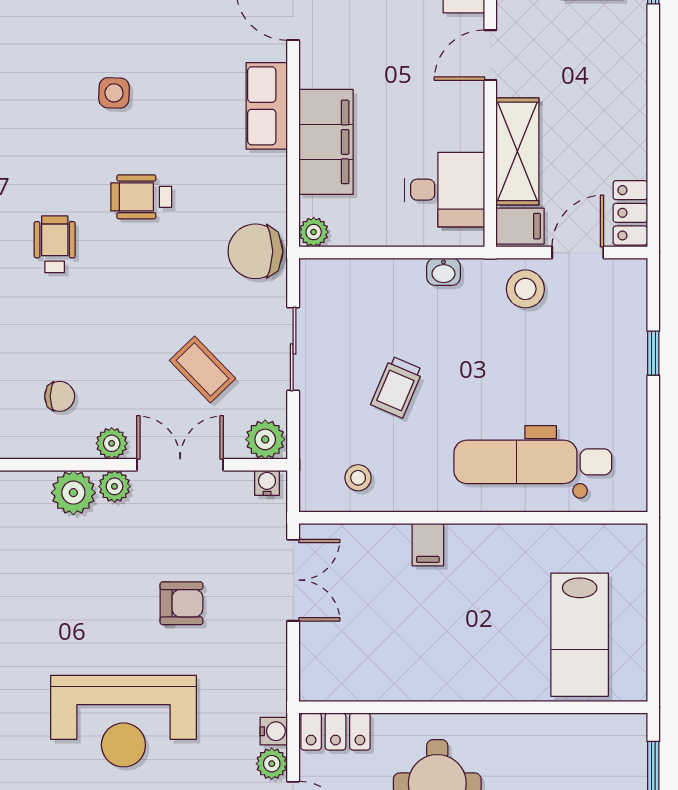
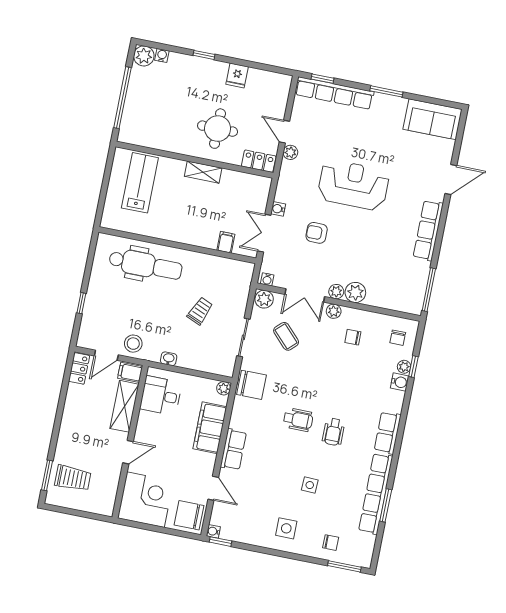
side table: (114, 93) -> (310, 485), moved
wheelchair: (55, 244) -> (333, 432), moved
stool: (358, 478) -> (226, 274), removed
filing cabinet: (428, 545) -> (226, 242), moved
shelving: (449, 684) -> (203, 172), added
water cooler: (274, 731) -> (278, 209), moved

